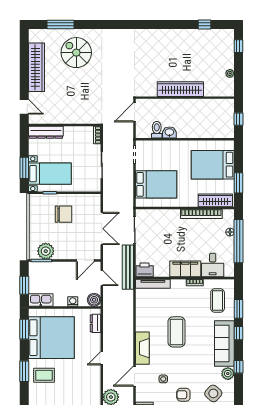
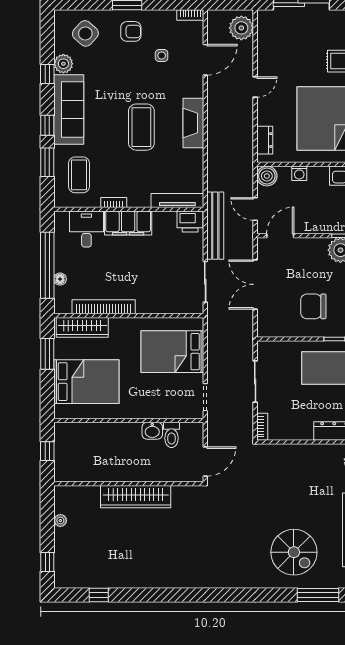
fireplace: (142, 348) -> (193, 123), moved

